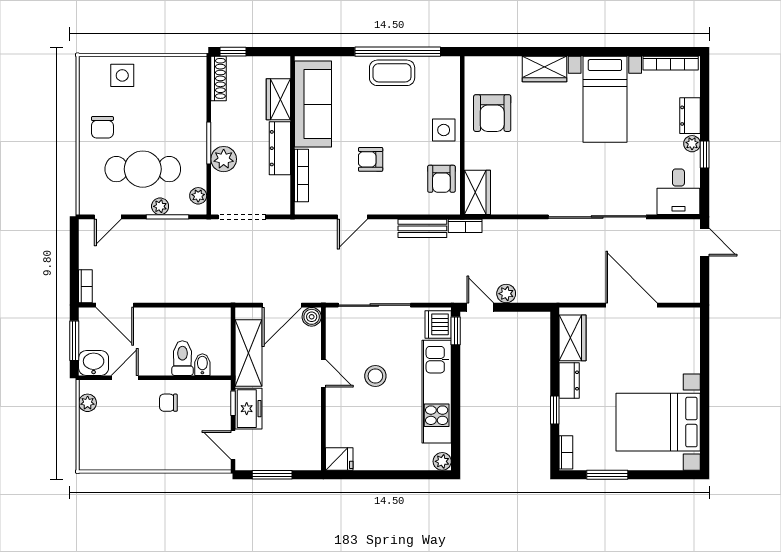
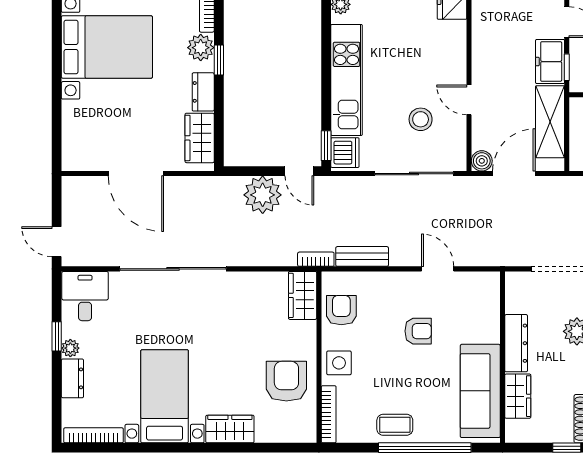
window: (398, 52) -> (425, 448), moved
coffee table: (392, 73) -> (395, 425), width x0.73, depth x0.77
bookcase: (301, 175) -> (329, 414), moved, turned 180
door: (352, 217) -> (438, 269), hinge flipped
plant: (506, 294) -> (263, 195), width x1.88, depth x1.88
stool: (375, 376) -> (421, 119), moved
plant: (572, 422) -> (201, 48), added

